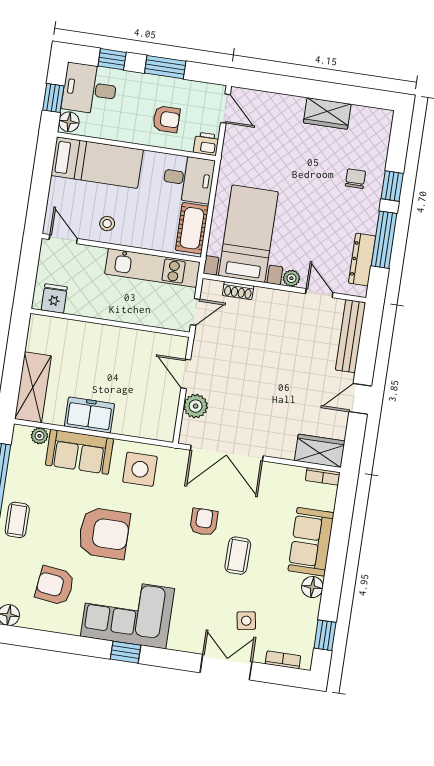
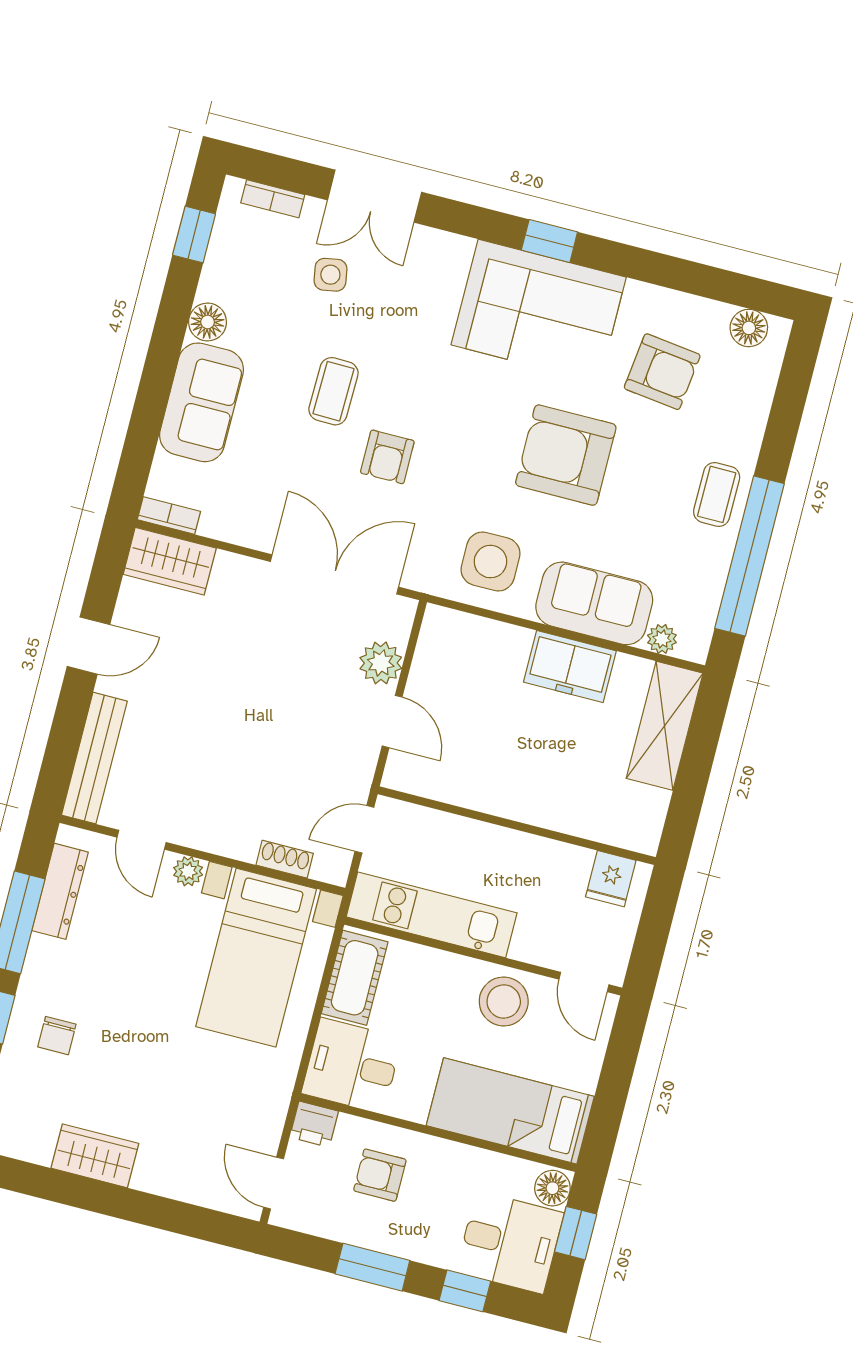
stool: (107, 224) -> (504, 1002), width x1.89, depth x1.89

